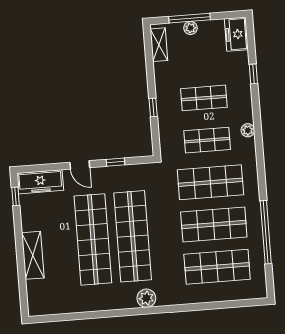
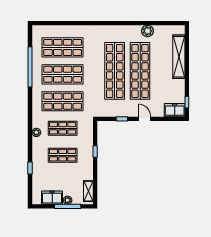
freezer: (236, 34) -> (52, 198), moved, turned -90
freezer: (40, 182) -> (175, 110), width x0.71
shelving: (33, 255) -> (179, 57), width x1.47
plant: (146, 298) -> (147, 31), moved

